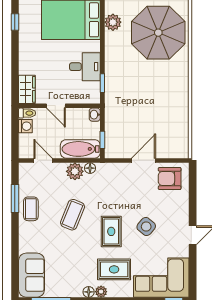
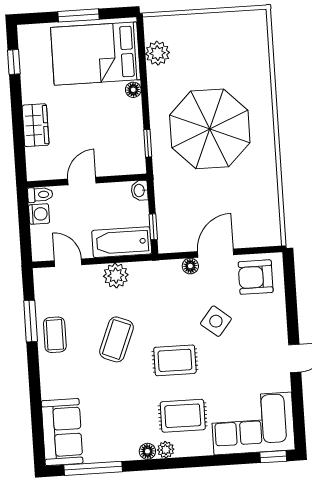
parasol: (158, 33) -> (210, 129), moved
floor lamp: (95, 46) -> (133, 90), added
desk: (85, 67) -> (121, 121), removed
wardrobe: (27, 89) -> (35, 125), moved
door: (56, 106) -> (82, 181), swing flipped
floor lamp: (90, 168) -> (190, 266), moved
side table: (146, 226) -> (216, 321), moved
rug: (111, 231) -> (175, 360), turned 90

